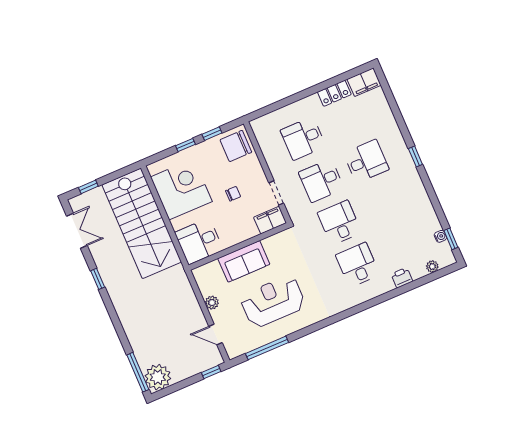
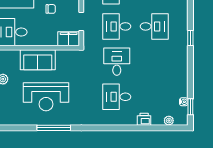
desk: (358, 265) -> (117, 97), turned -90
reception desk: (273, 301) -> (46, 97), turned 180
window: (267, 348) -> (54, 128), moved

